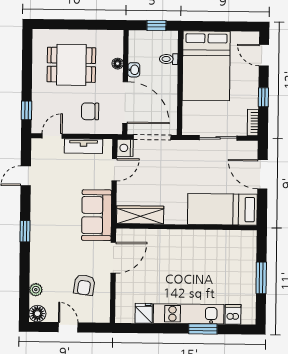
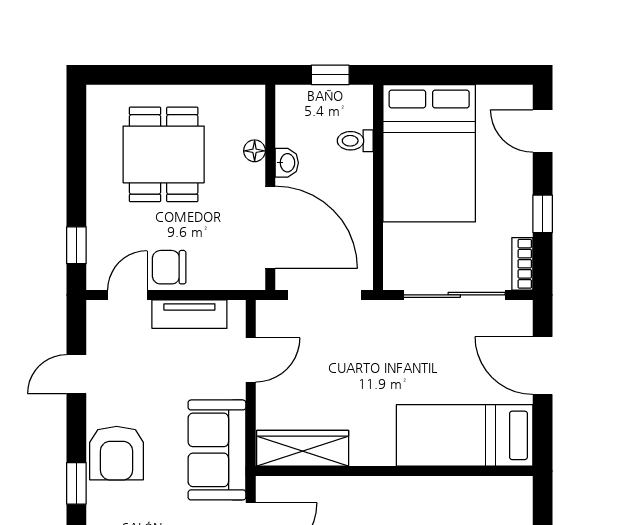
dining table: (71, 65) -> (164, 154), turned 90
chair: (90, 111) -> (169, 267), moved
sliding door: (218, 138) -> (454, 295), width x1.37
nightstand: (125, 148) -> (271, 317), removed
armchair: (46, 216) -> (117, 453), added

